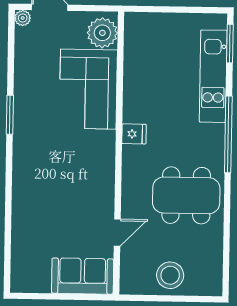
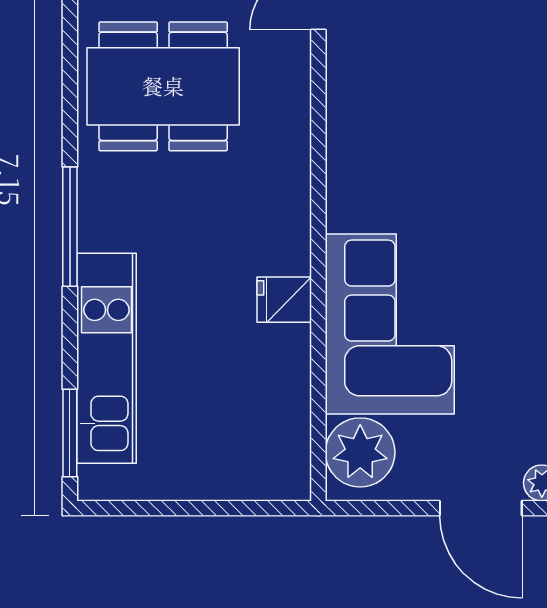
fridge: (134, 134) -> (284, 300), moved
window: (228, 134) -> (70, 227), width x0.68

